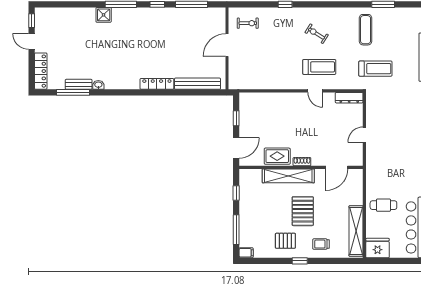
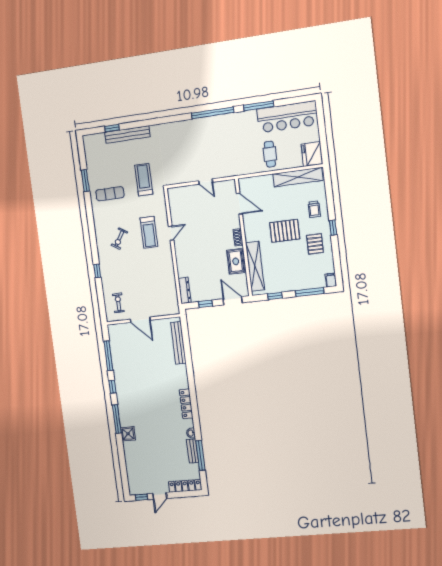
treadmill: (319, 67) -> (149, 232), turned 180
locker: (157, 84) -> (186, 404), moved
dresser: (349, 98) -> (185, 290), moved
shelving: (288, 176) -> (255, 266), moved

